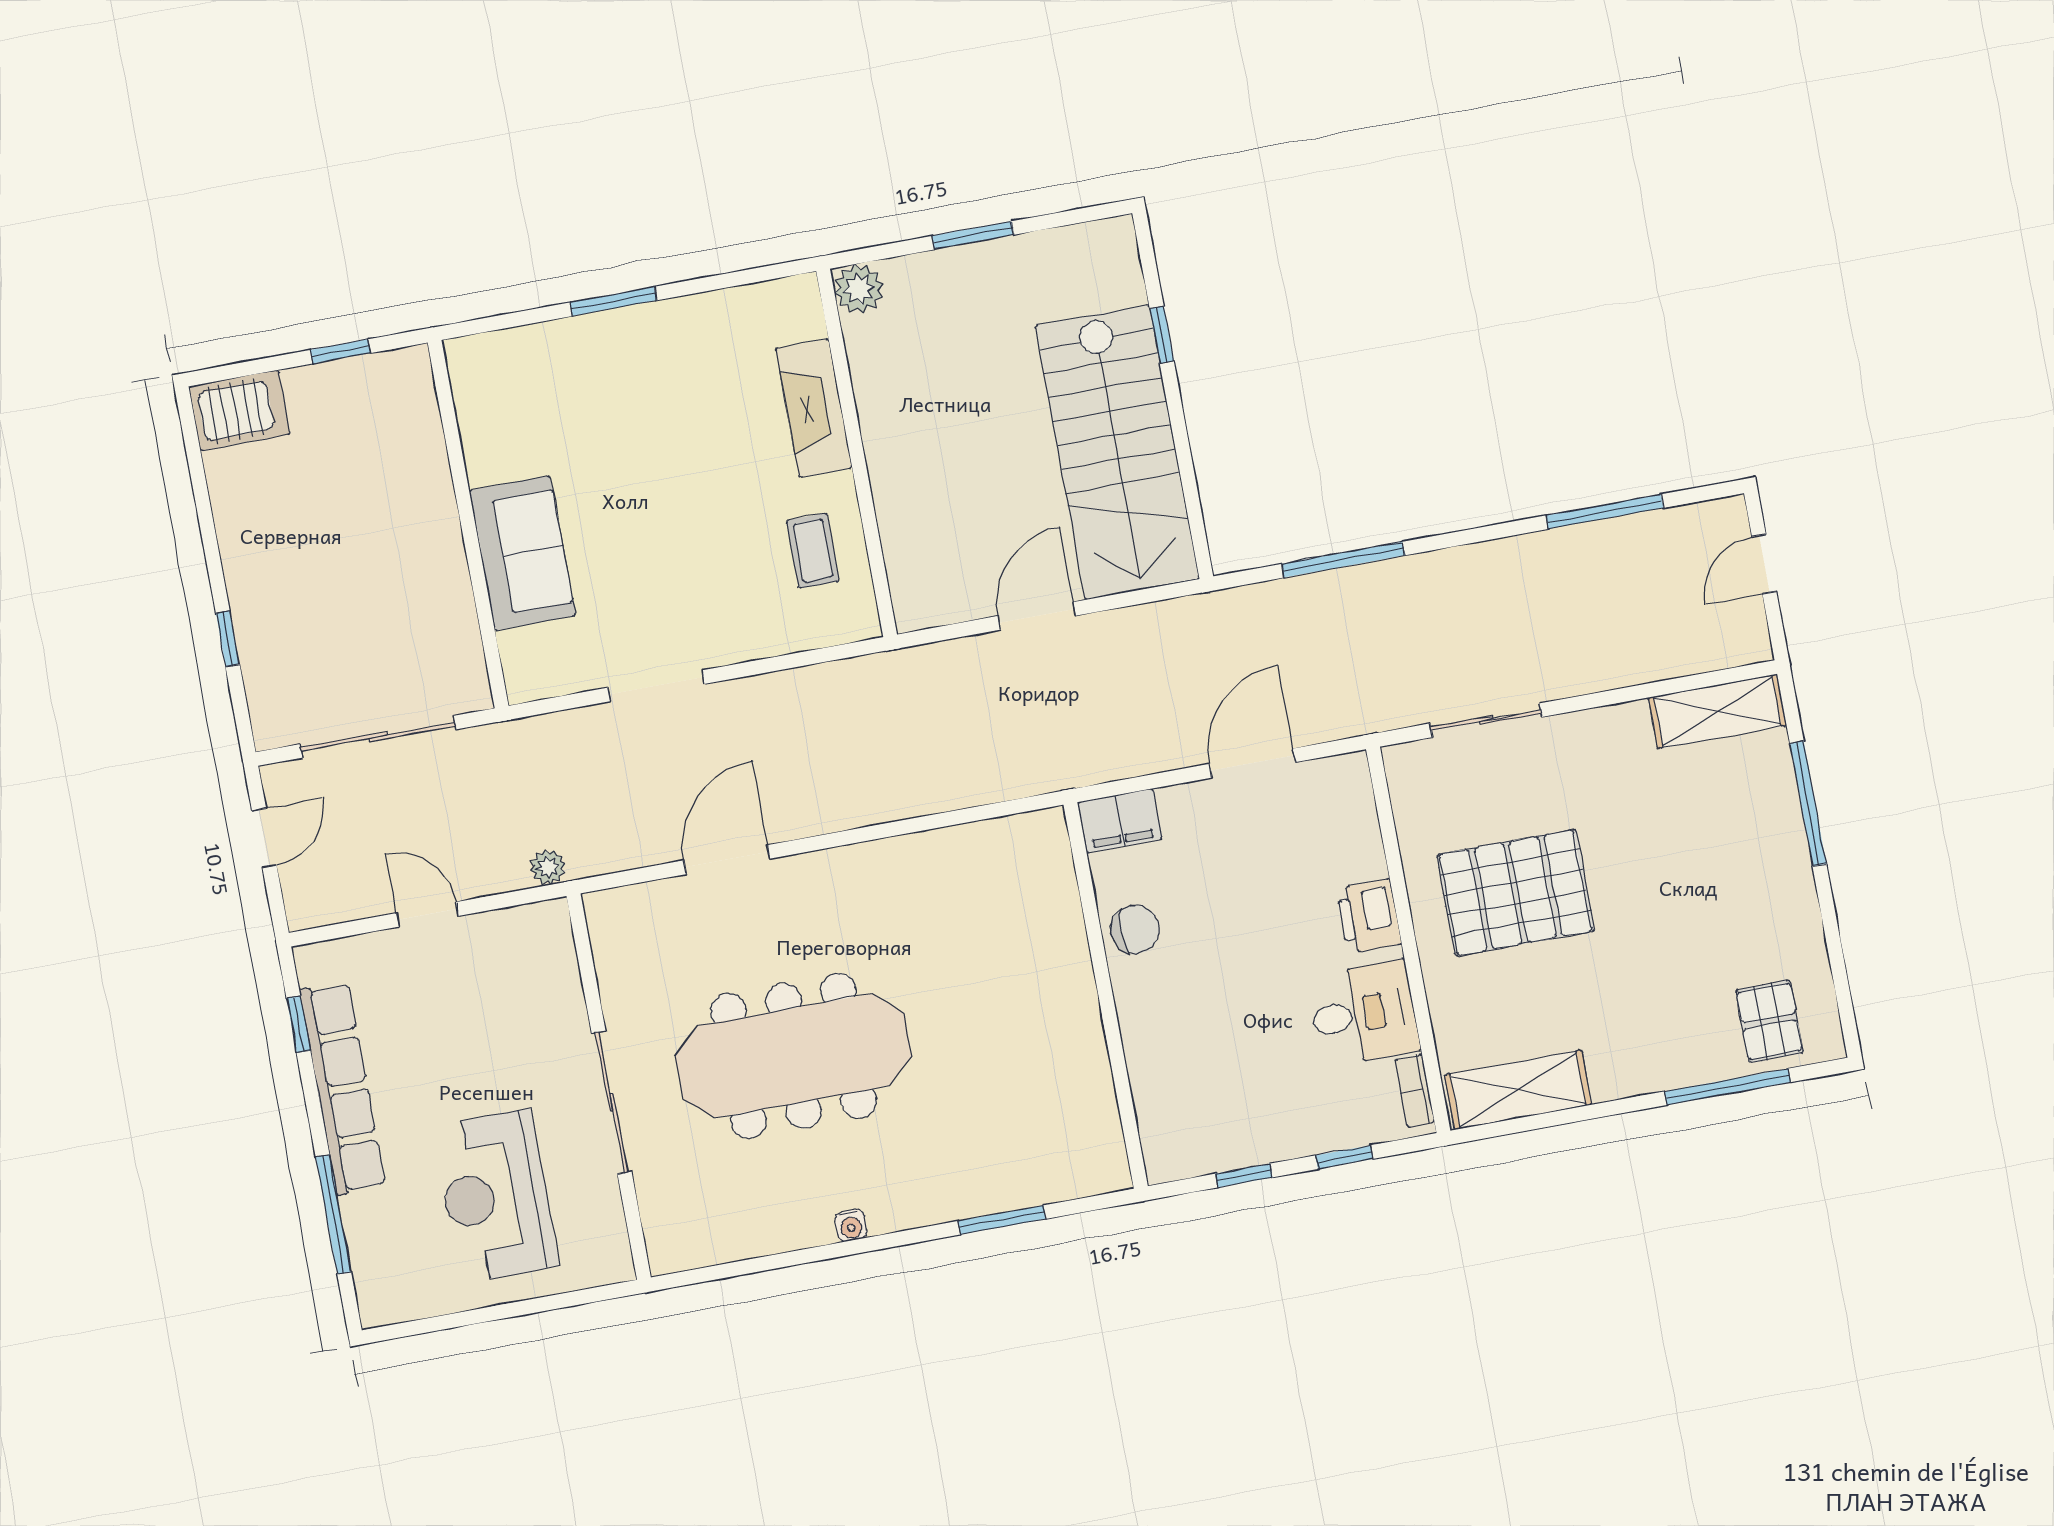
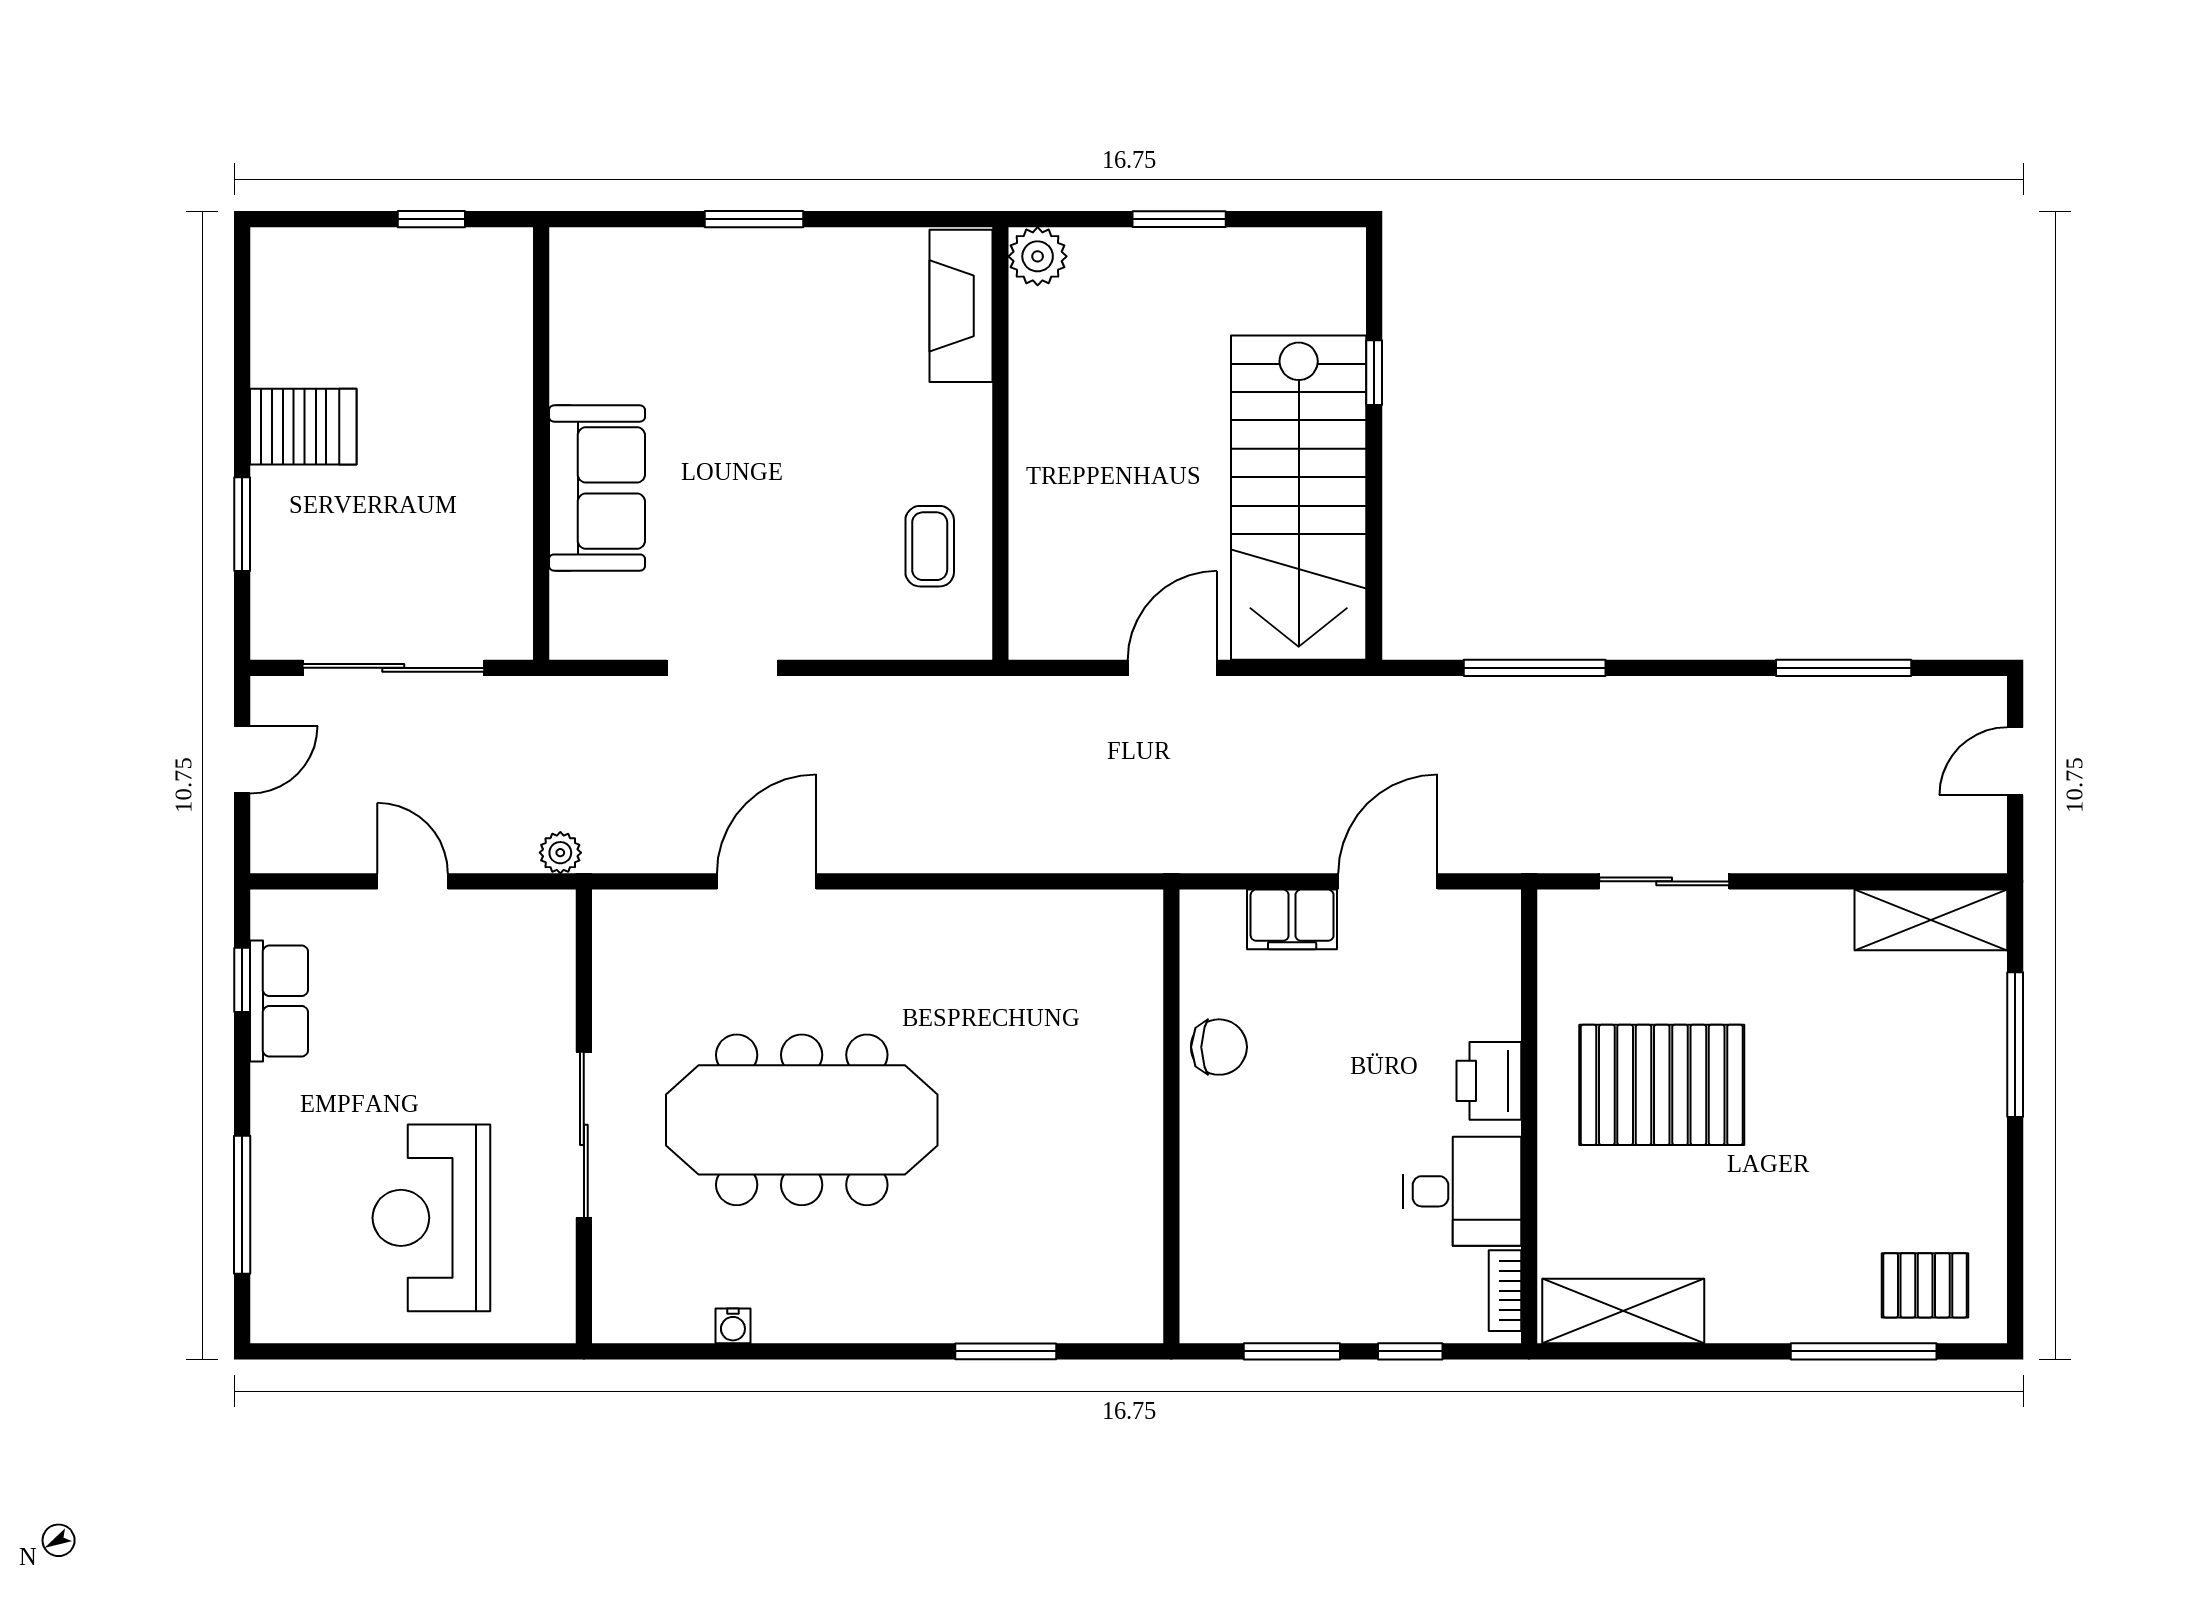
fireplace: (814, 408) -> (961, 306), moved
server rack: (239, 410) -> (303, 427), moved
window: (228, 639) -> (242, 524), width x1.50
filing cabinet: (1120, 821) -> (1292, 919), moved
pallet: (1769, 1021) -> (1925, 1285), turned 90
row of seats: (343, 1088) -> (279, 1001), width x0.50
window: (1244, 1175) -> (1292, 1351), width x1.50
water cooler: (851, 1225) -> (733, 1326), moved

